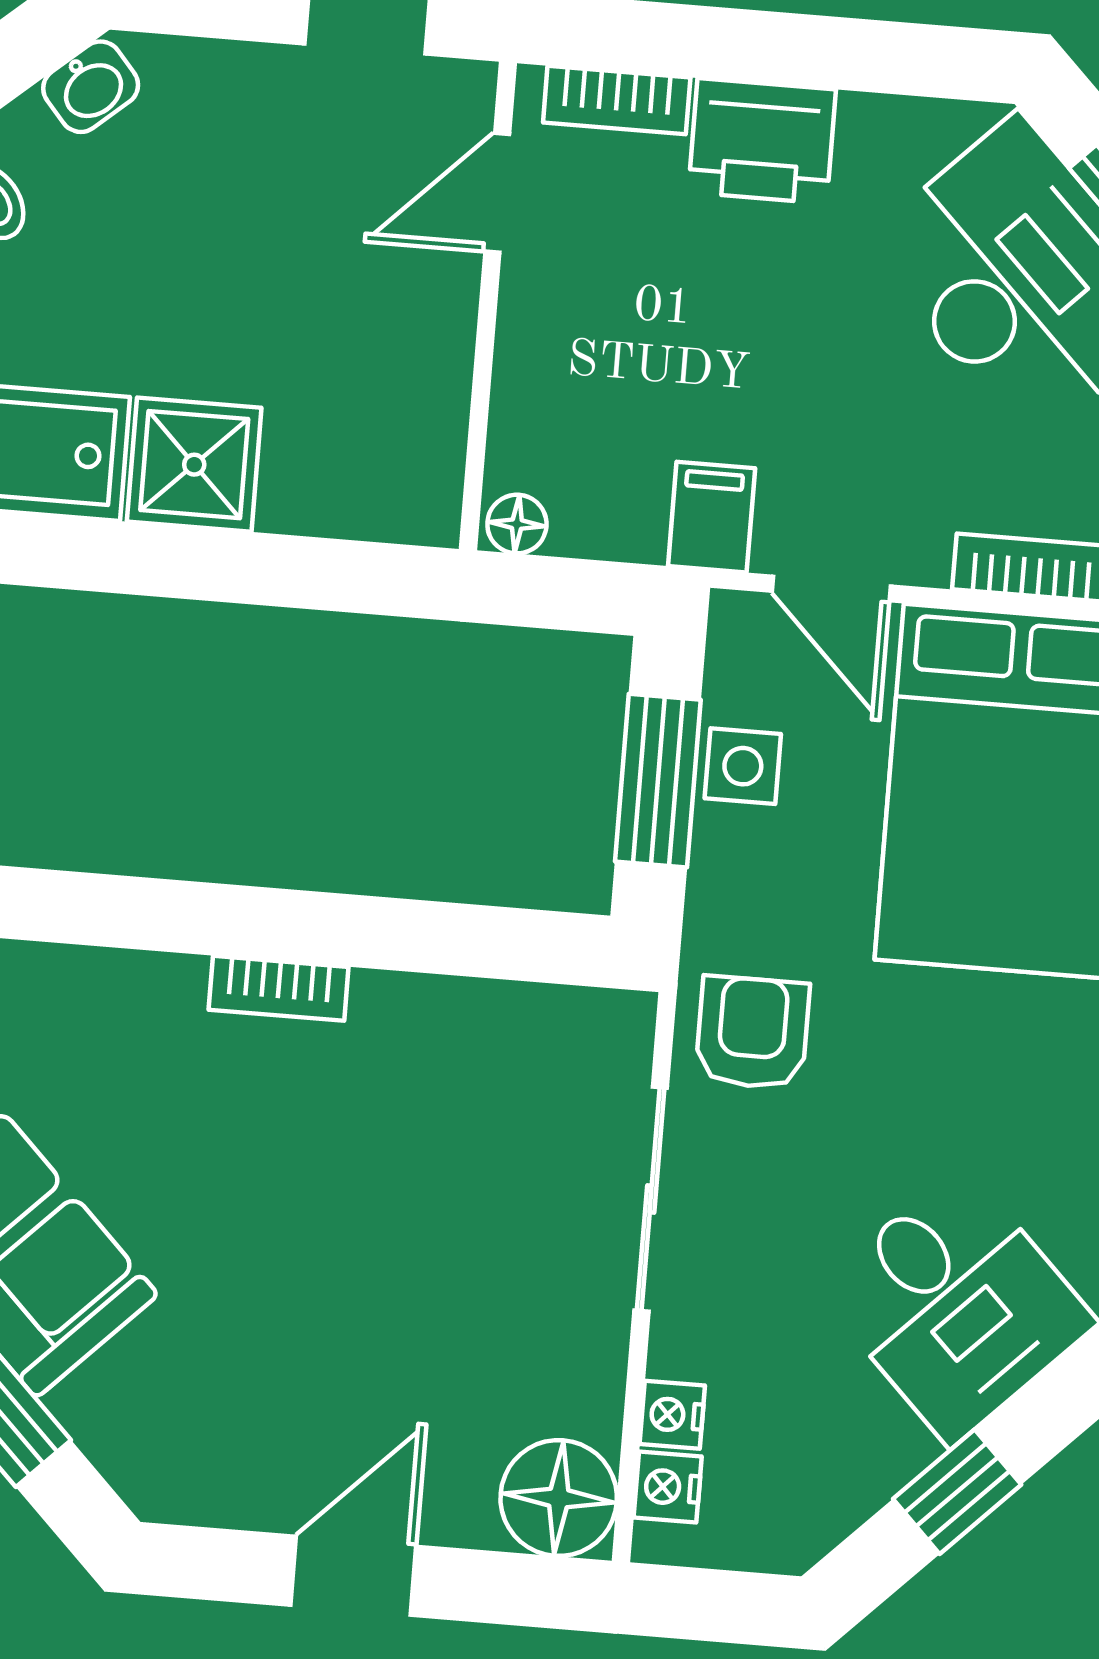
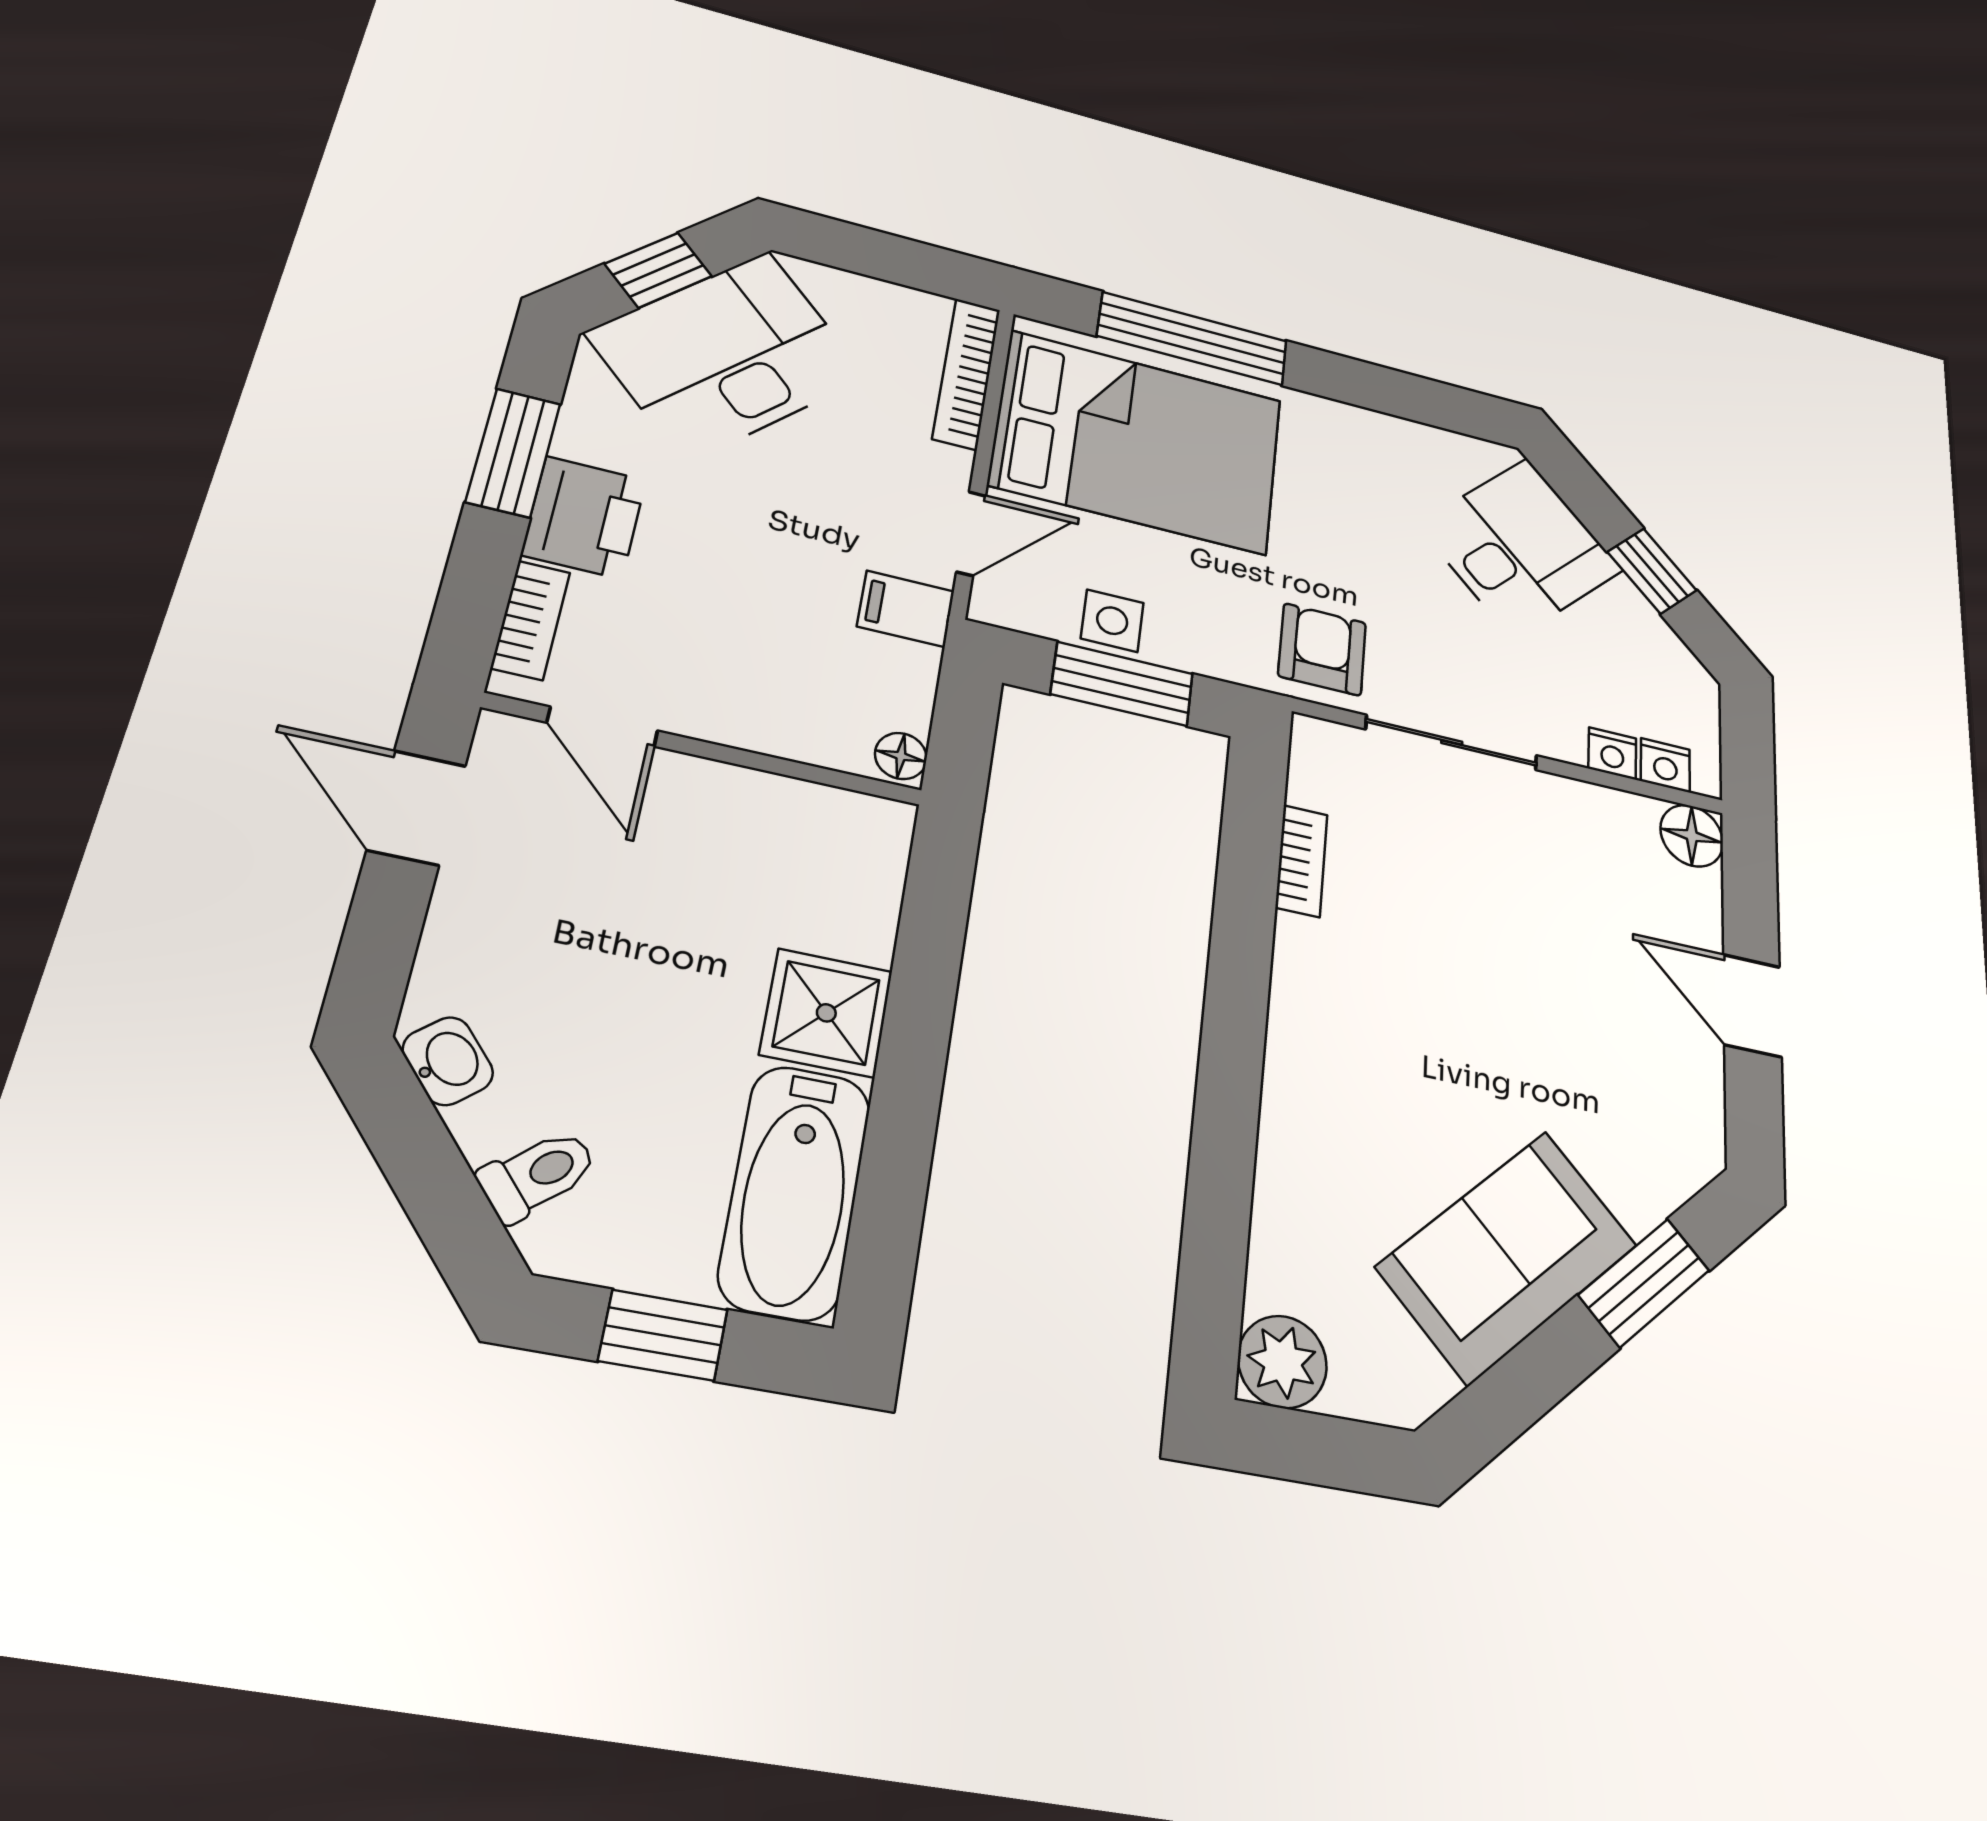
window: (833, 53) -> (513, 453), added
bookcase: (279, 988) -> (1302, 861), moved
armchair: (752, 1033) -> (1322, 649), turned 90
floor lamp: (559, 1498) -> (1692, 836), width x0.73, depth x0.73

